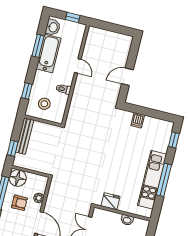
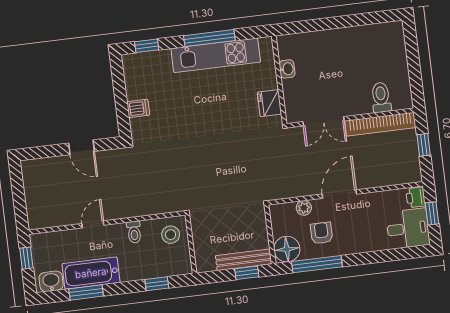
stool: (44, 104) -> (171, 235), moved
bench: (25, 136) -> (244, 260), moved

